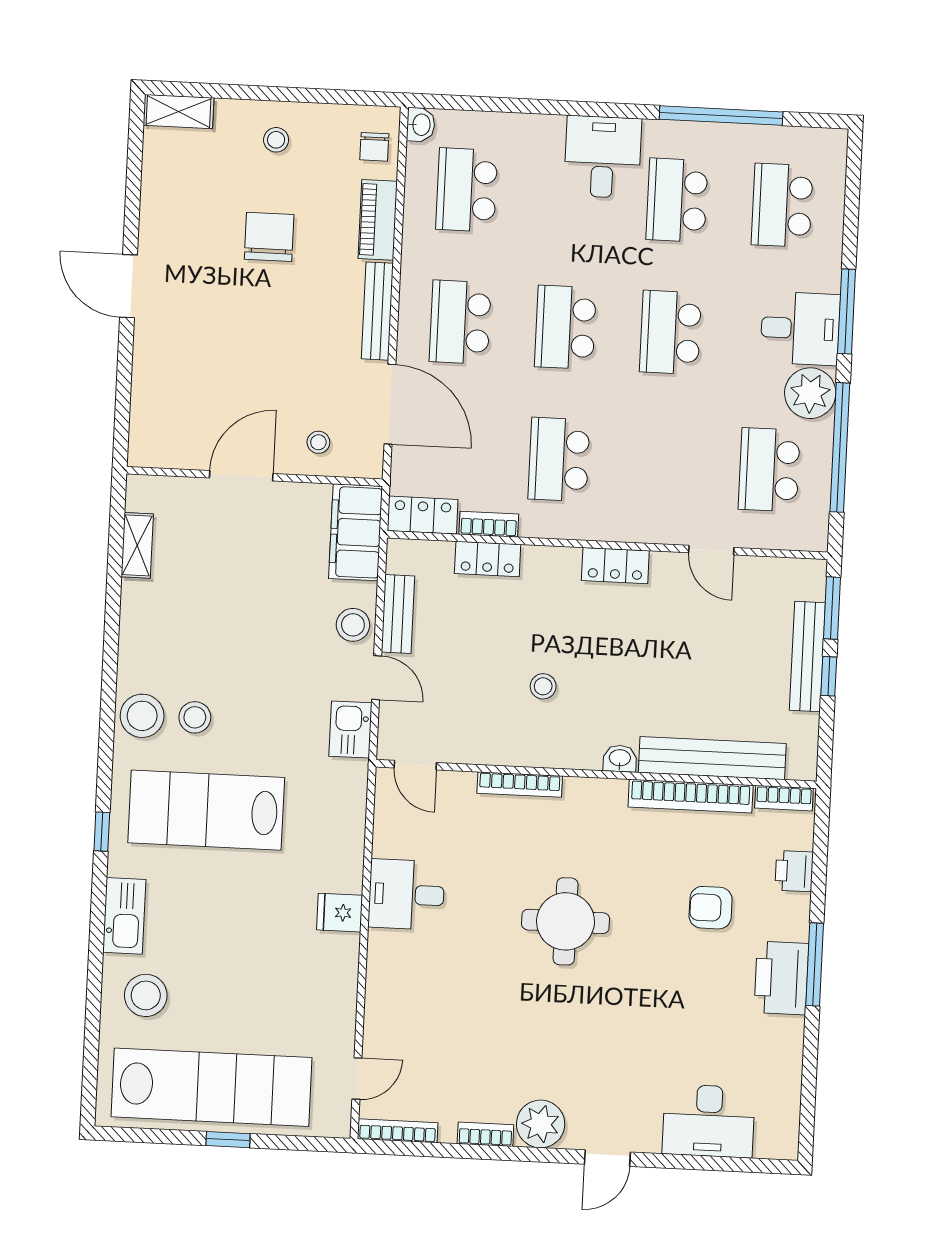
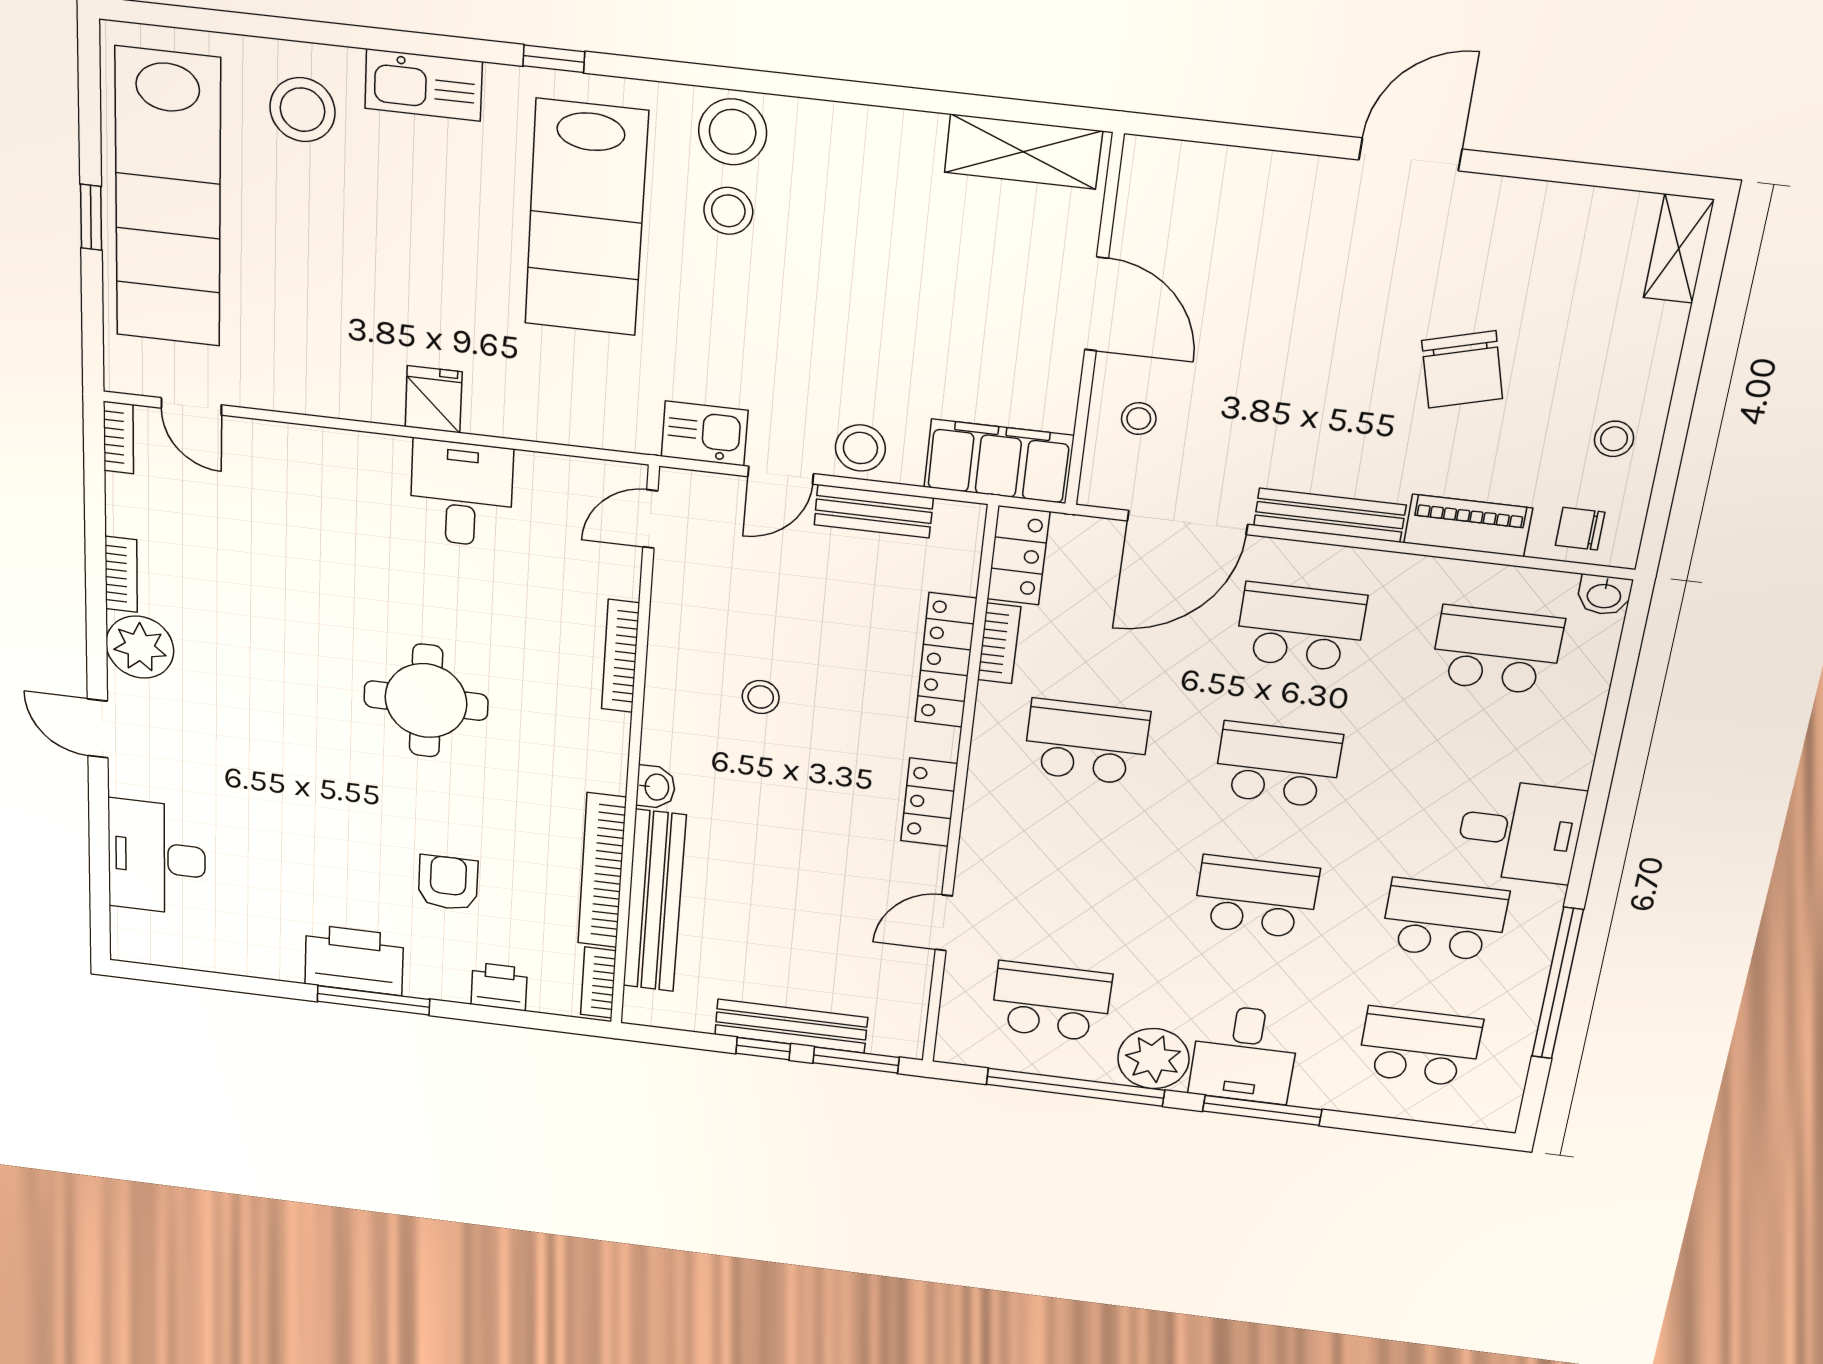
stool: (276, 140) -> (1614, 439), moved
chair: (269, 237) -> (1462, 370), turned 75
shelving: (137, 545) -> (1023, 152), width x1.50, depth x1.33
locker: (488, 559) -> (946, 660), width x1.53
lab bench: (206, 810) -> (586, 218), turned 180
bookcase: (398, 1131) -> (118, 438), width x0.64

